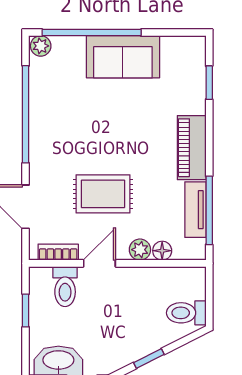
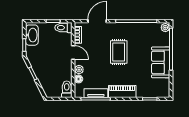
rug: (103, 194) -> (119, 52), moved
toilet: (65, 287) -> (63, 28), moved
toilet: (186, 313) -> (67, 89), moved

